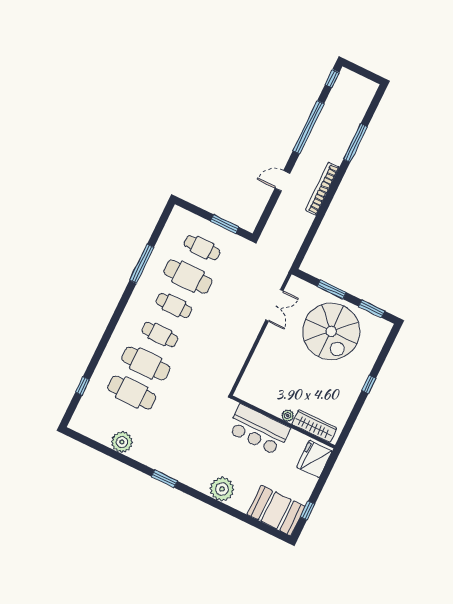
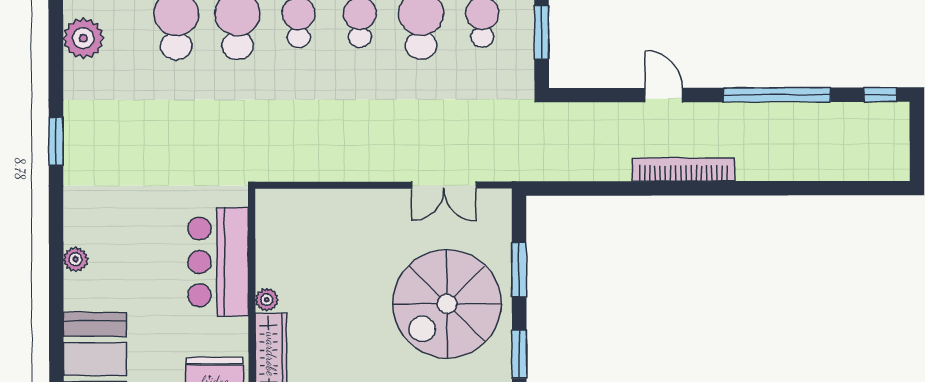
window: (355, 143) -> (789, 188), removed
plant: (222, 489) -> (76, 259), width x0.53, depth x0.53

